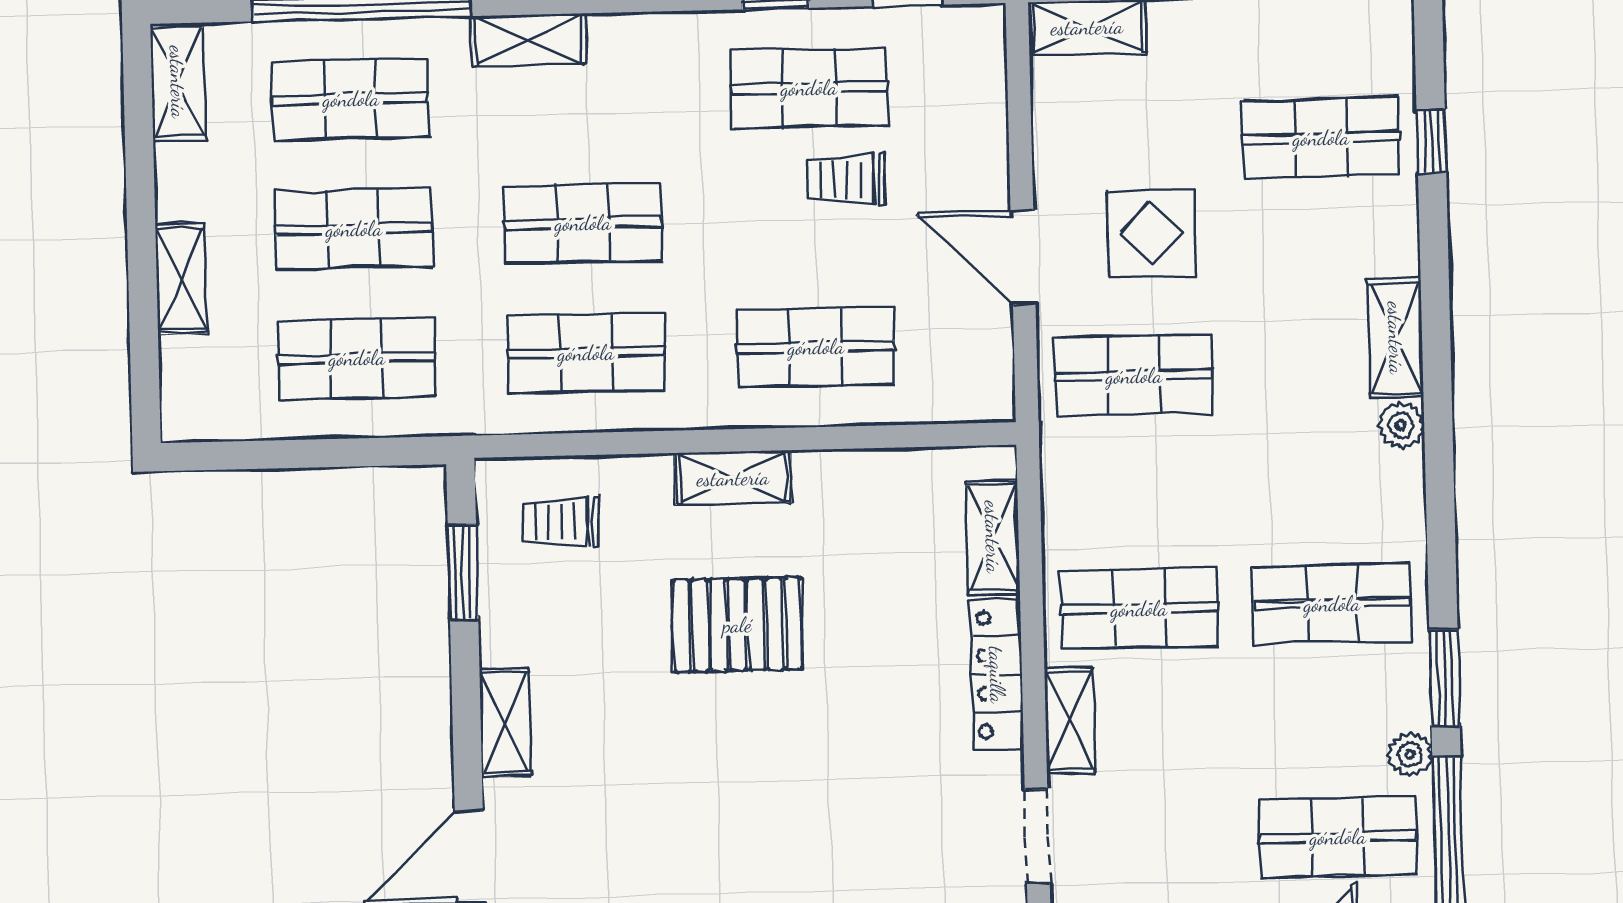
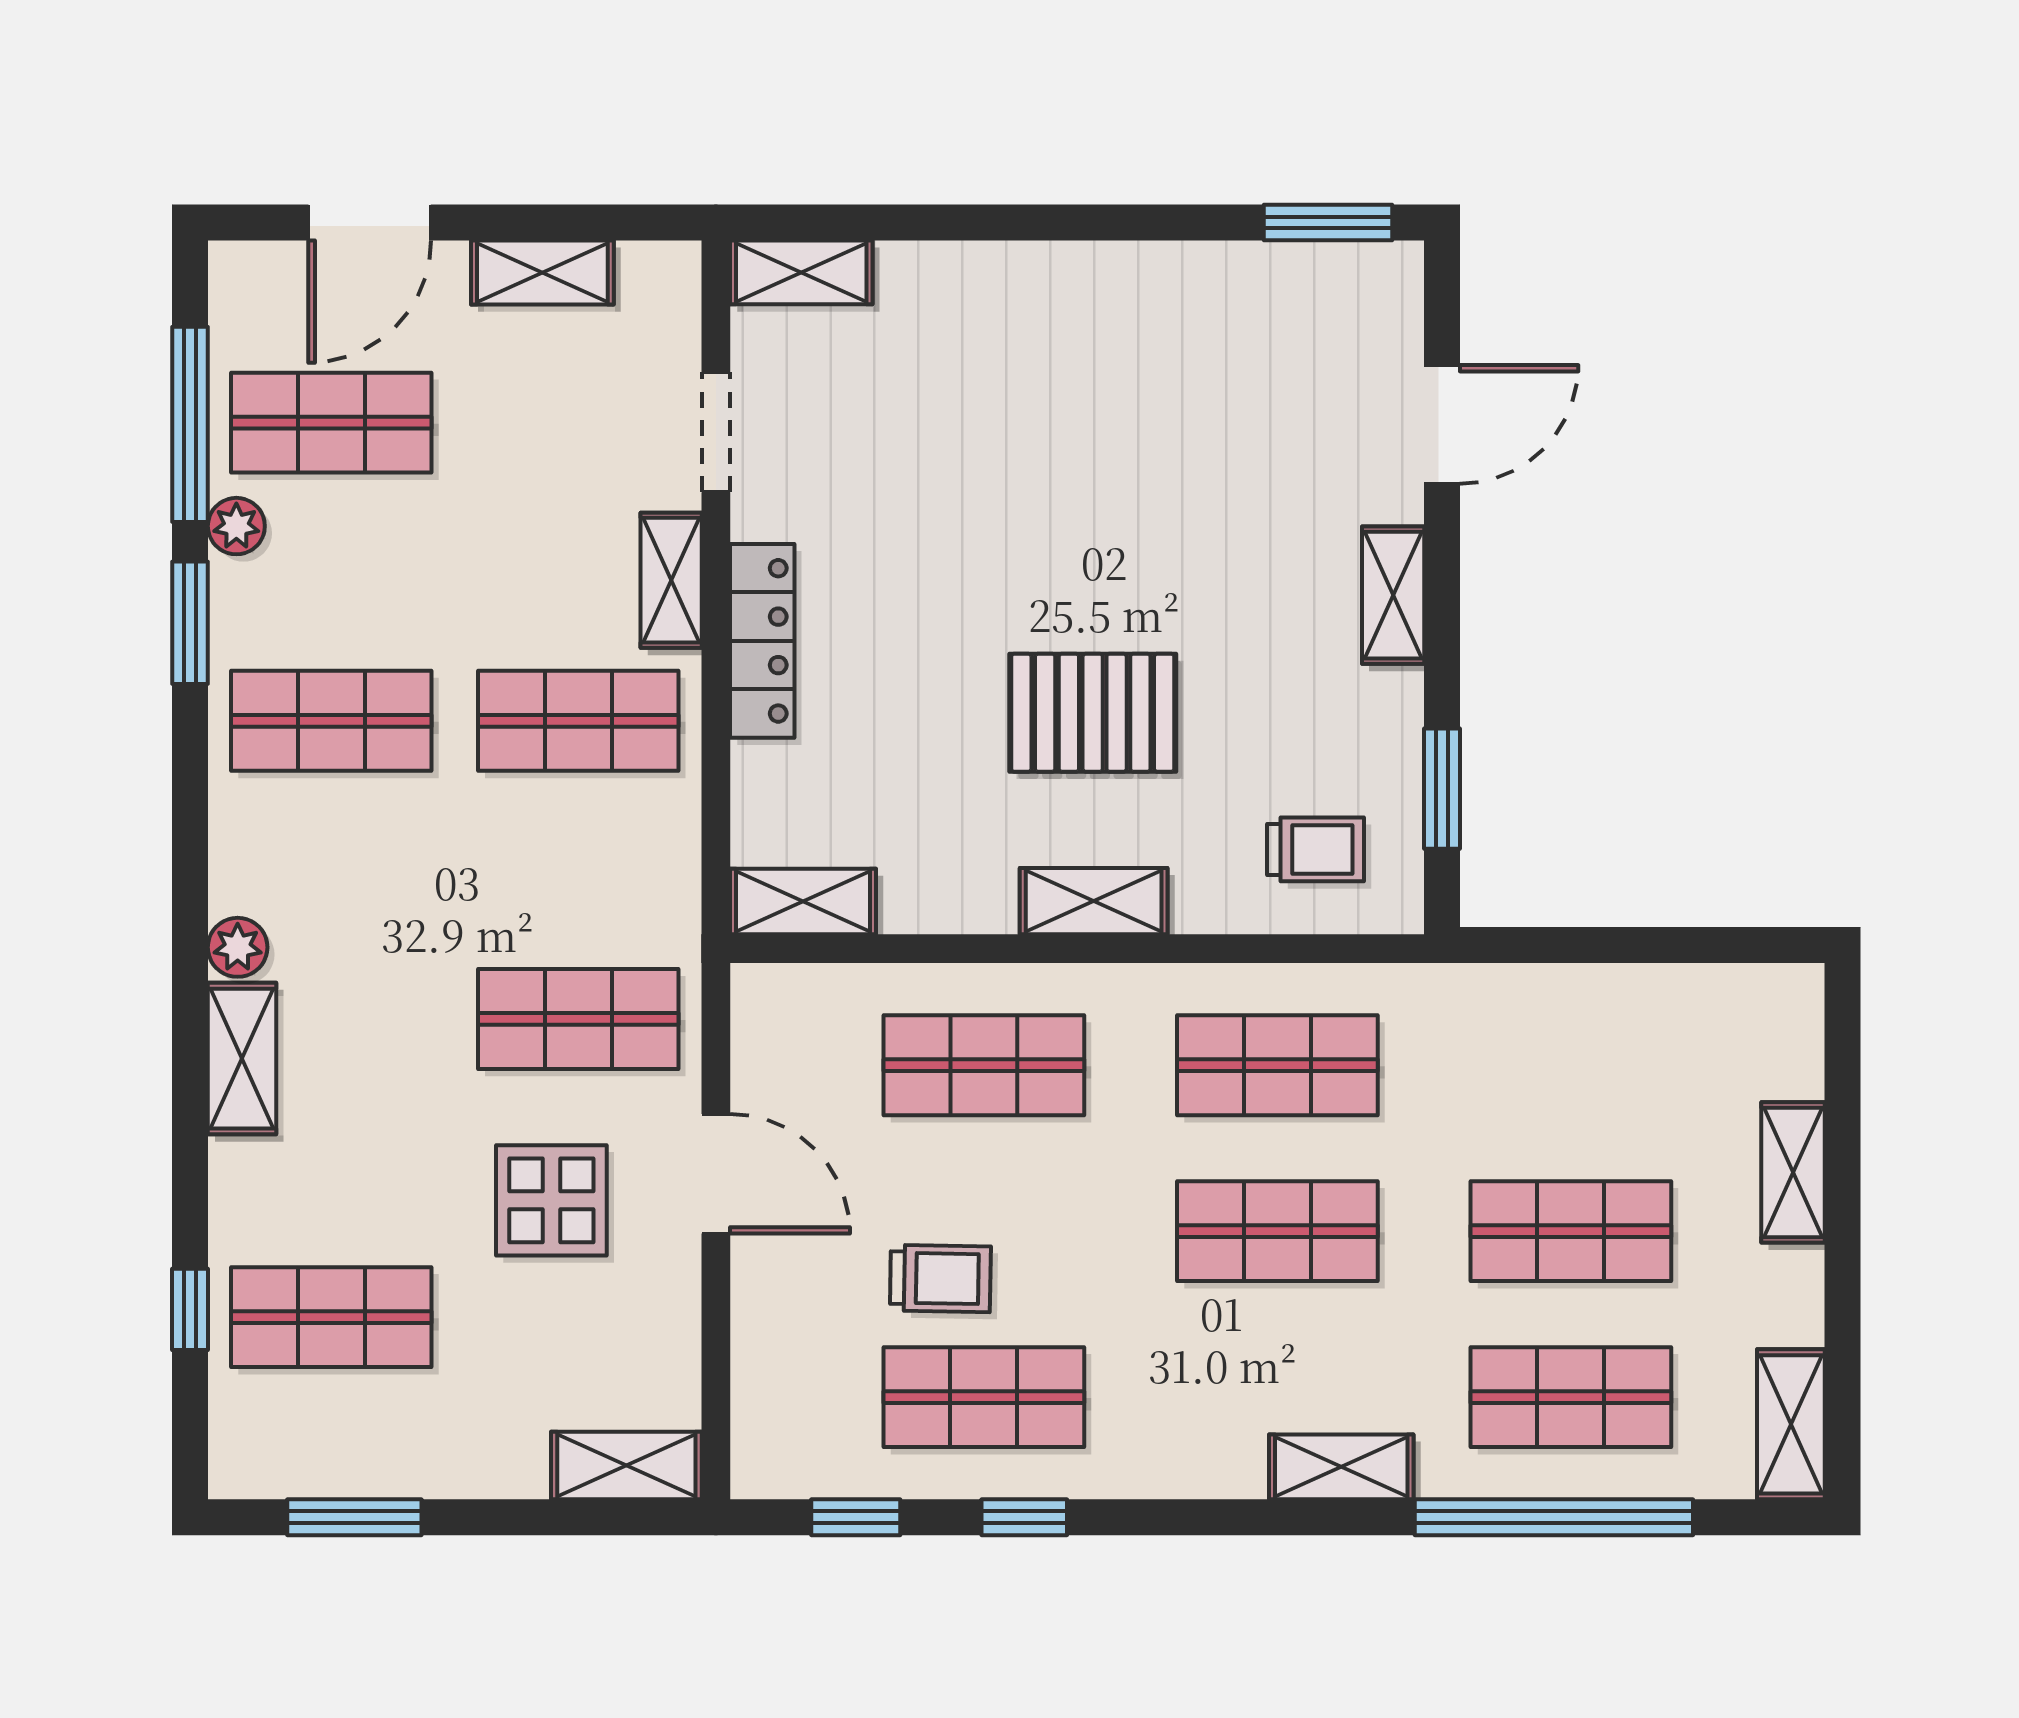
shop shelf: (357, 358) -> (1571, 1065), removed
shelving: (993, 537) -> (803, 901), moved, turned 90

